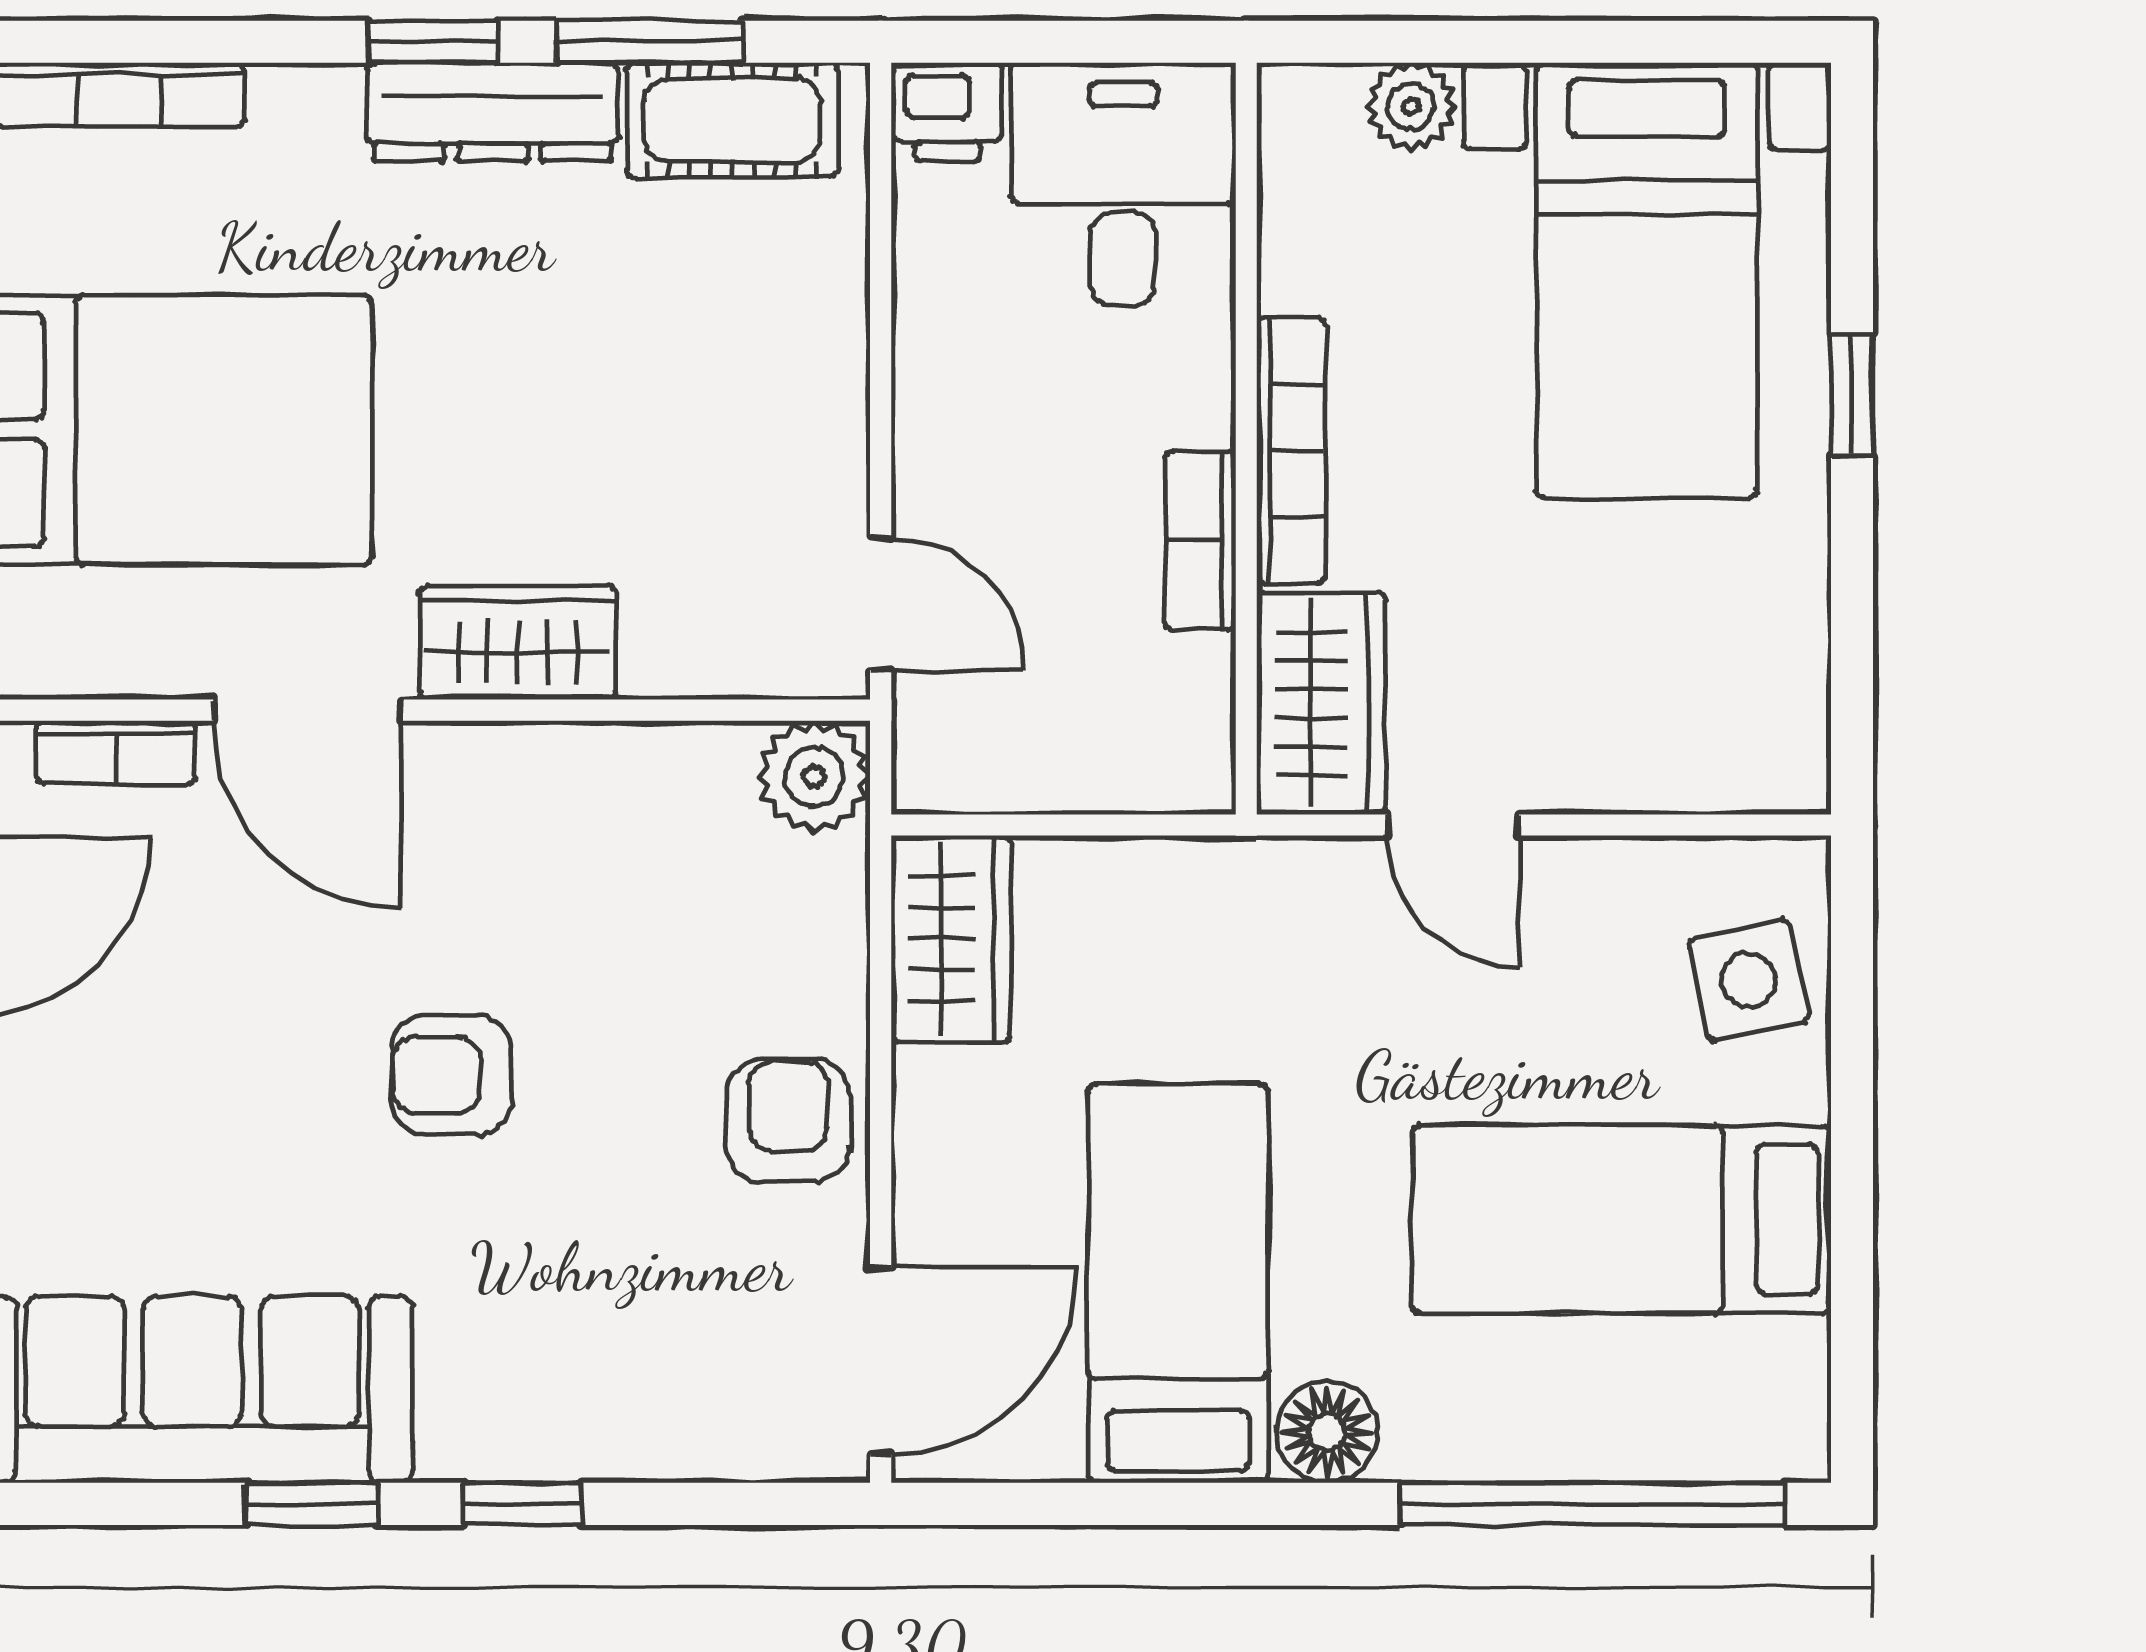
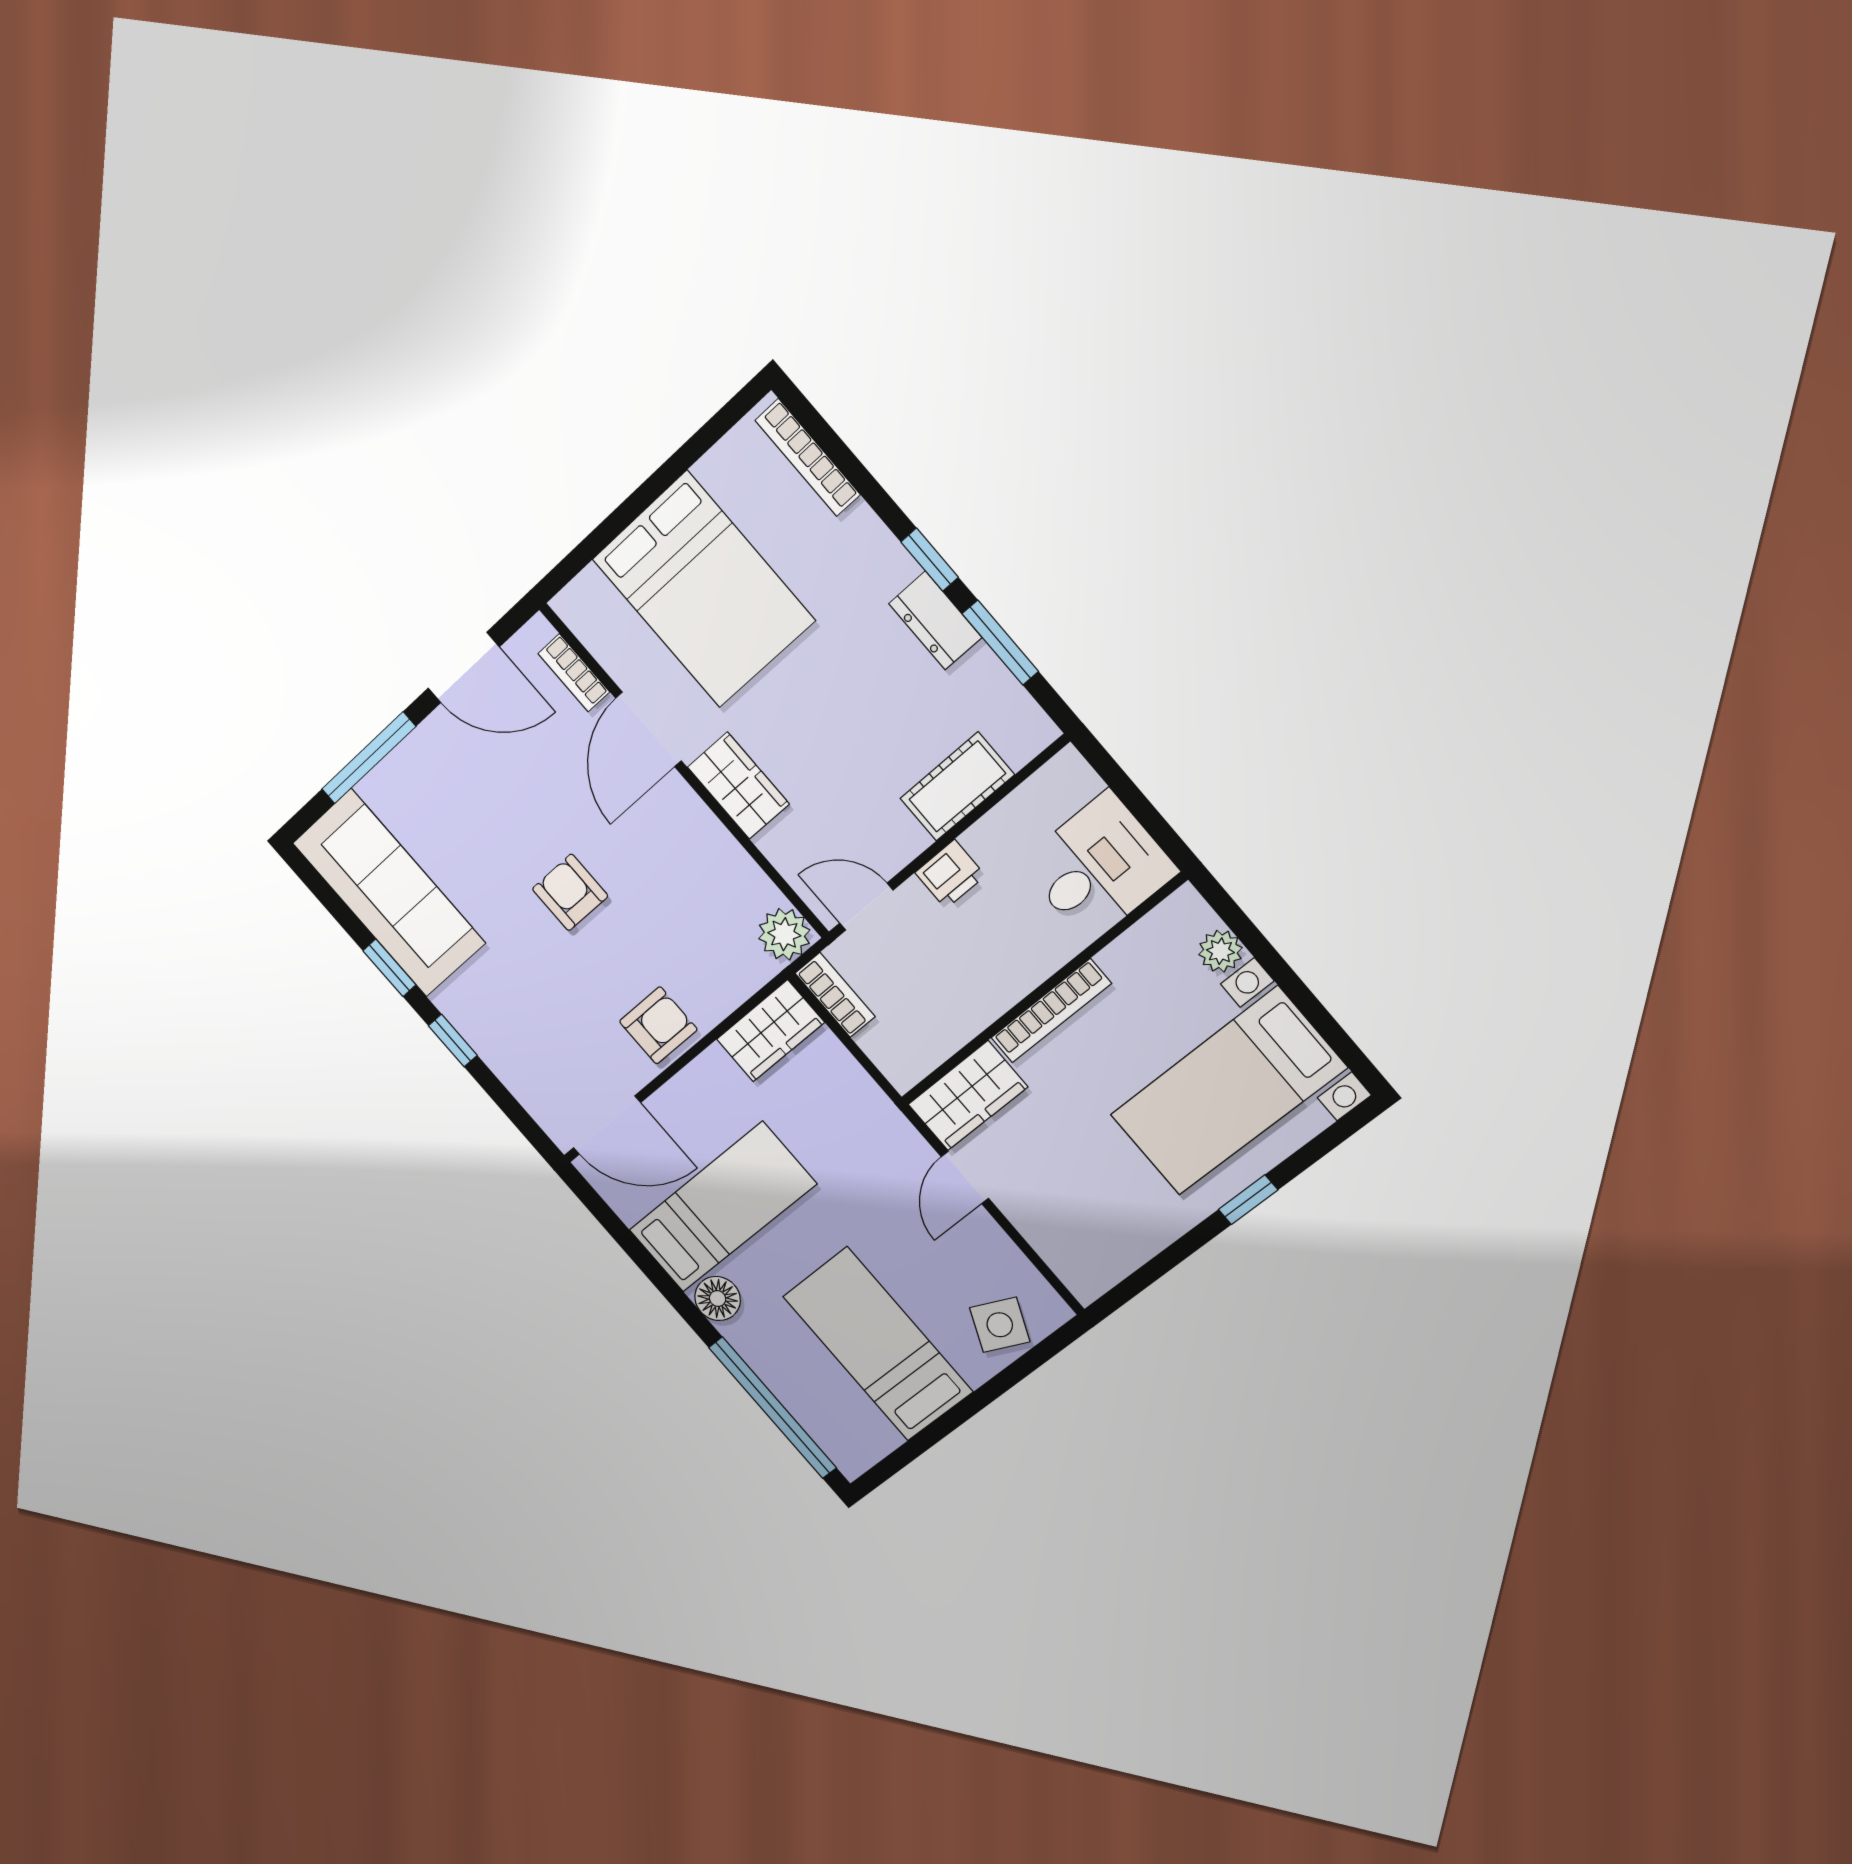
dresser: (493, 112) -> (935, 621), width x0.70
printer: (948, 112) -> (950, 874), moved, turned -90
cot: (732, 120) -> (957, 787), moved, turned 90
bookcase: (1200, 540) -> (835, 995), moved, turned 90
door: (881, 604) -> (866, 907), swing flipped
side table: (1749, 980) -> (1000, 1325), turned 36

